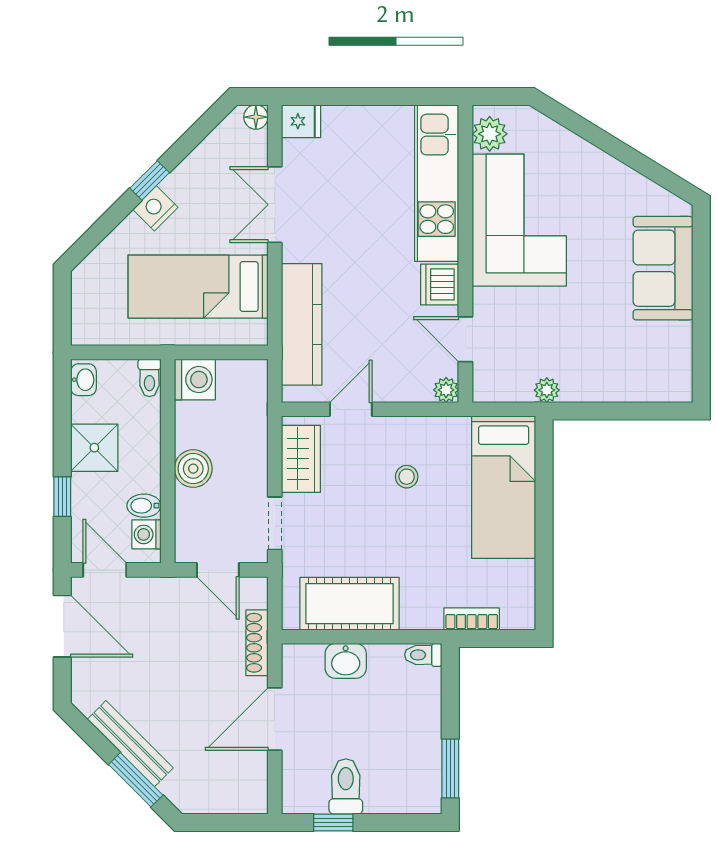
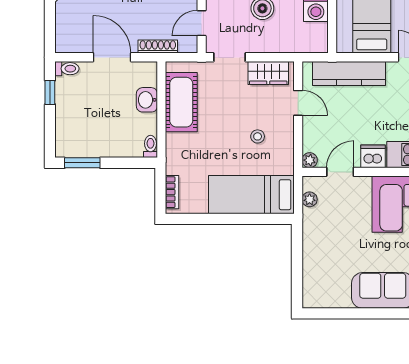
plant: (547, 390) -> (310, 199), moved
bookcase: (472, 619) -> (172, 192), moved
toilet: (346, 786) -> (67, 69), moved, width x0.73, depth x0.72

